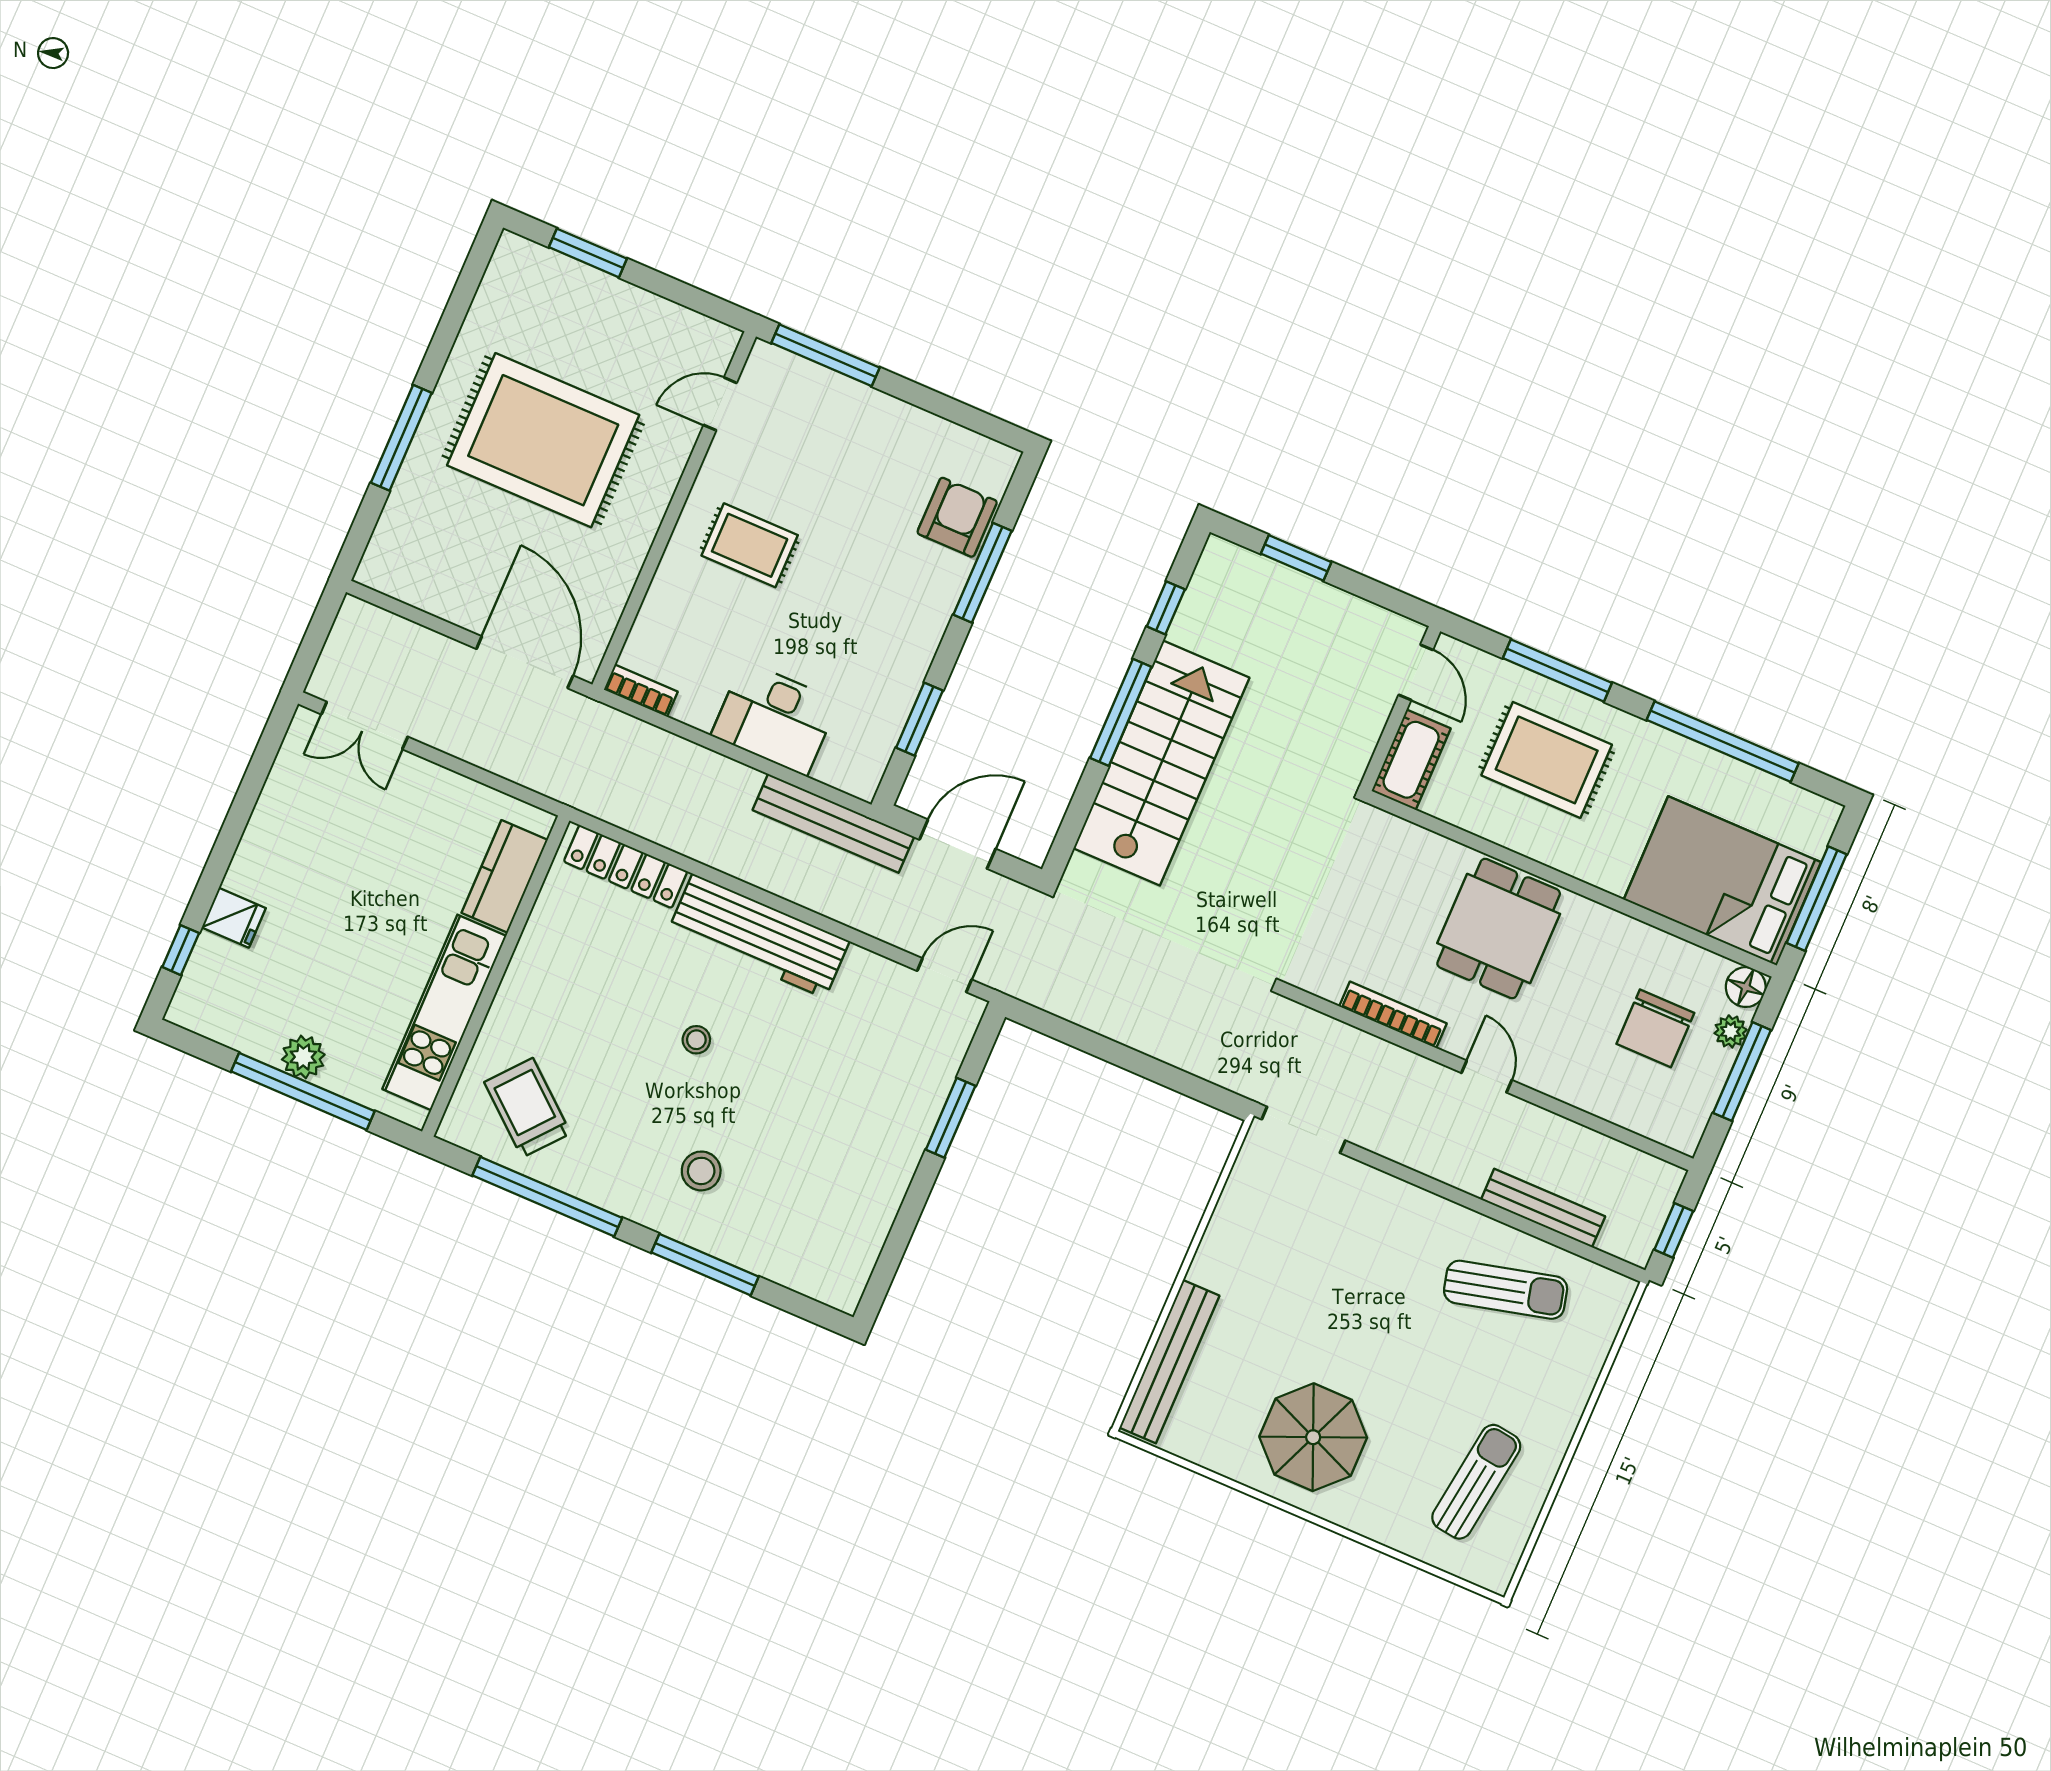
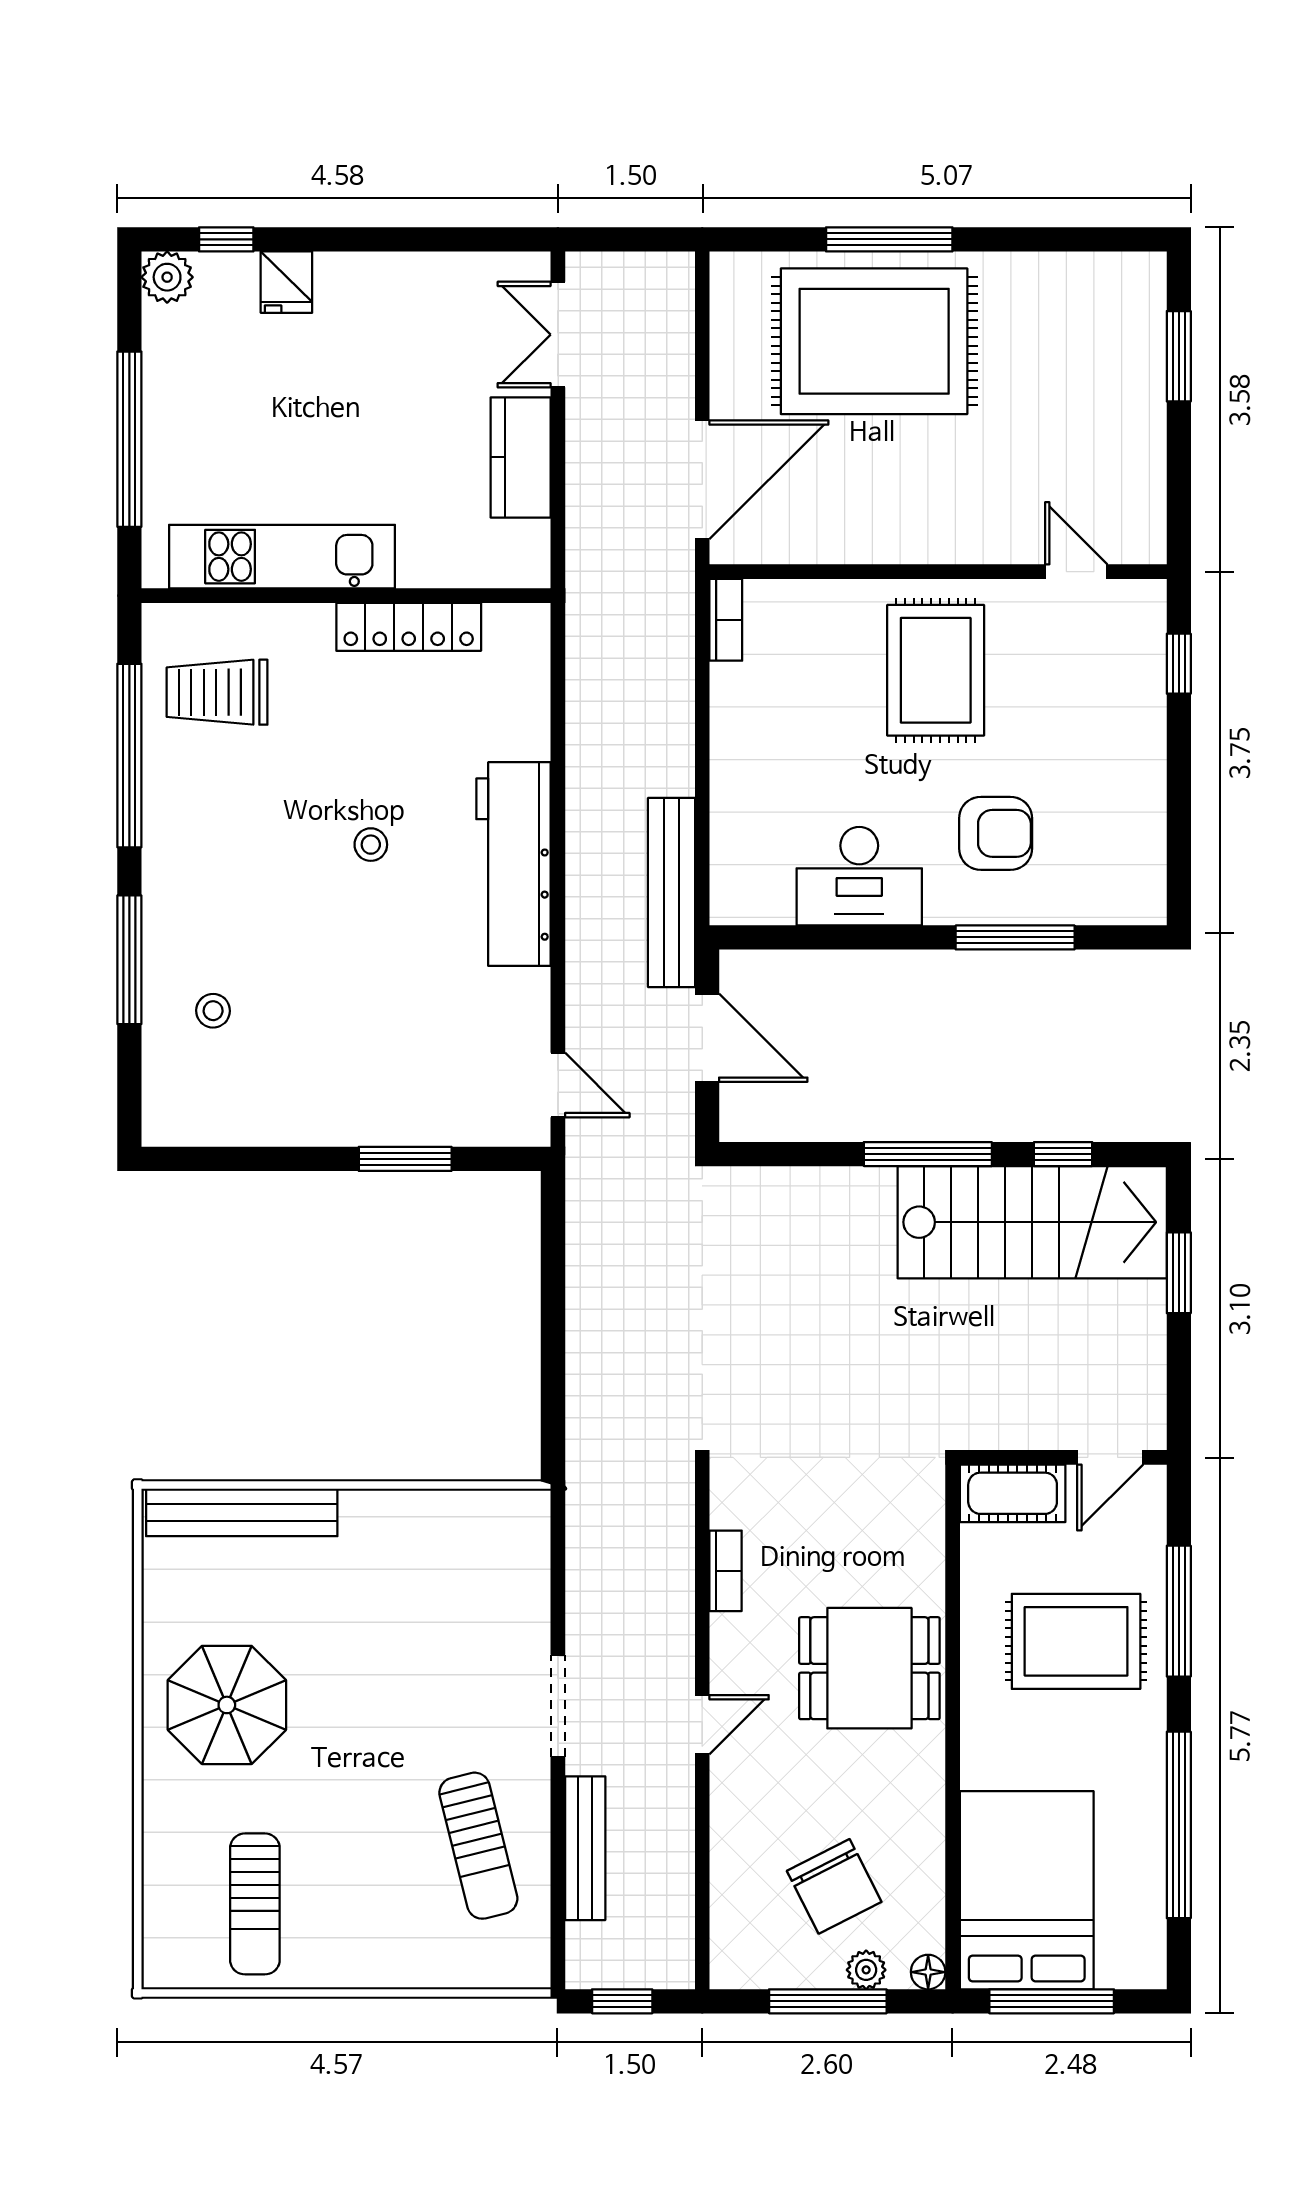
window: (825, 355) -> (1179, 664), width x0.46
rug: (543, 440) -> (874, 341), moved, turned 90
armchair: (957, 517) -> (996, 833), moved
rug: (750, 545) -> (936, 670), width x1.36, depth x1.43
desk: (775, 718) -> (859, 876), moved, turned -90
window: (919, 719) -> (826, 937), removed
rug: (1547, 760) -> (1076, 1641), turned 90
stairs: (1161, 763) -> (1032, 1222), moved
locker: (626, 867) -> (409, 627), moved, turned -90
kitchen counter: (505, 876) -> (521, 457), moved, turned -90
floor lamp: (1746, 987) -> (928, 1972), width x0.73, depth x0.73
bookcase: (1393, 1015) -> (726, 1571), width x0.64
chair: (1655, 1028) -> (834, 1886), turned -117
plant: (303, 1057) -> (167, 277), moved
trolley: (527, 1108) -> (217, 692), turned -130
doorway: (1304, 1130) -> (558, 1706), moved
stool: (701, 1171) -> (213, 1011), moved, width x0.73, depth x0.73
sun lounger: (1476, 1482) -> (255, 1904), turned 82

